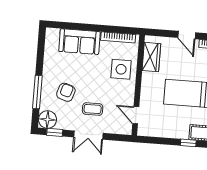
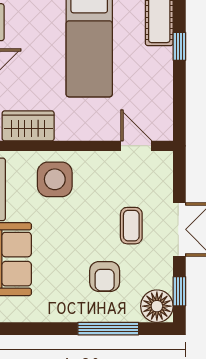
armchair: (66, 92) -> (105, 277), turned -108
door: (136, 115) -> (136, 146), swing flipped

